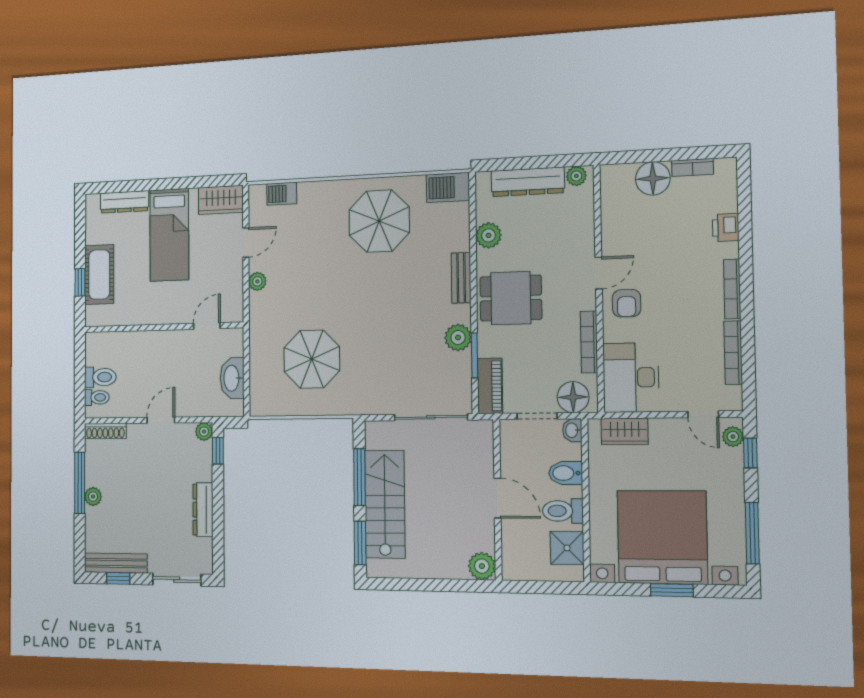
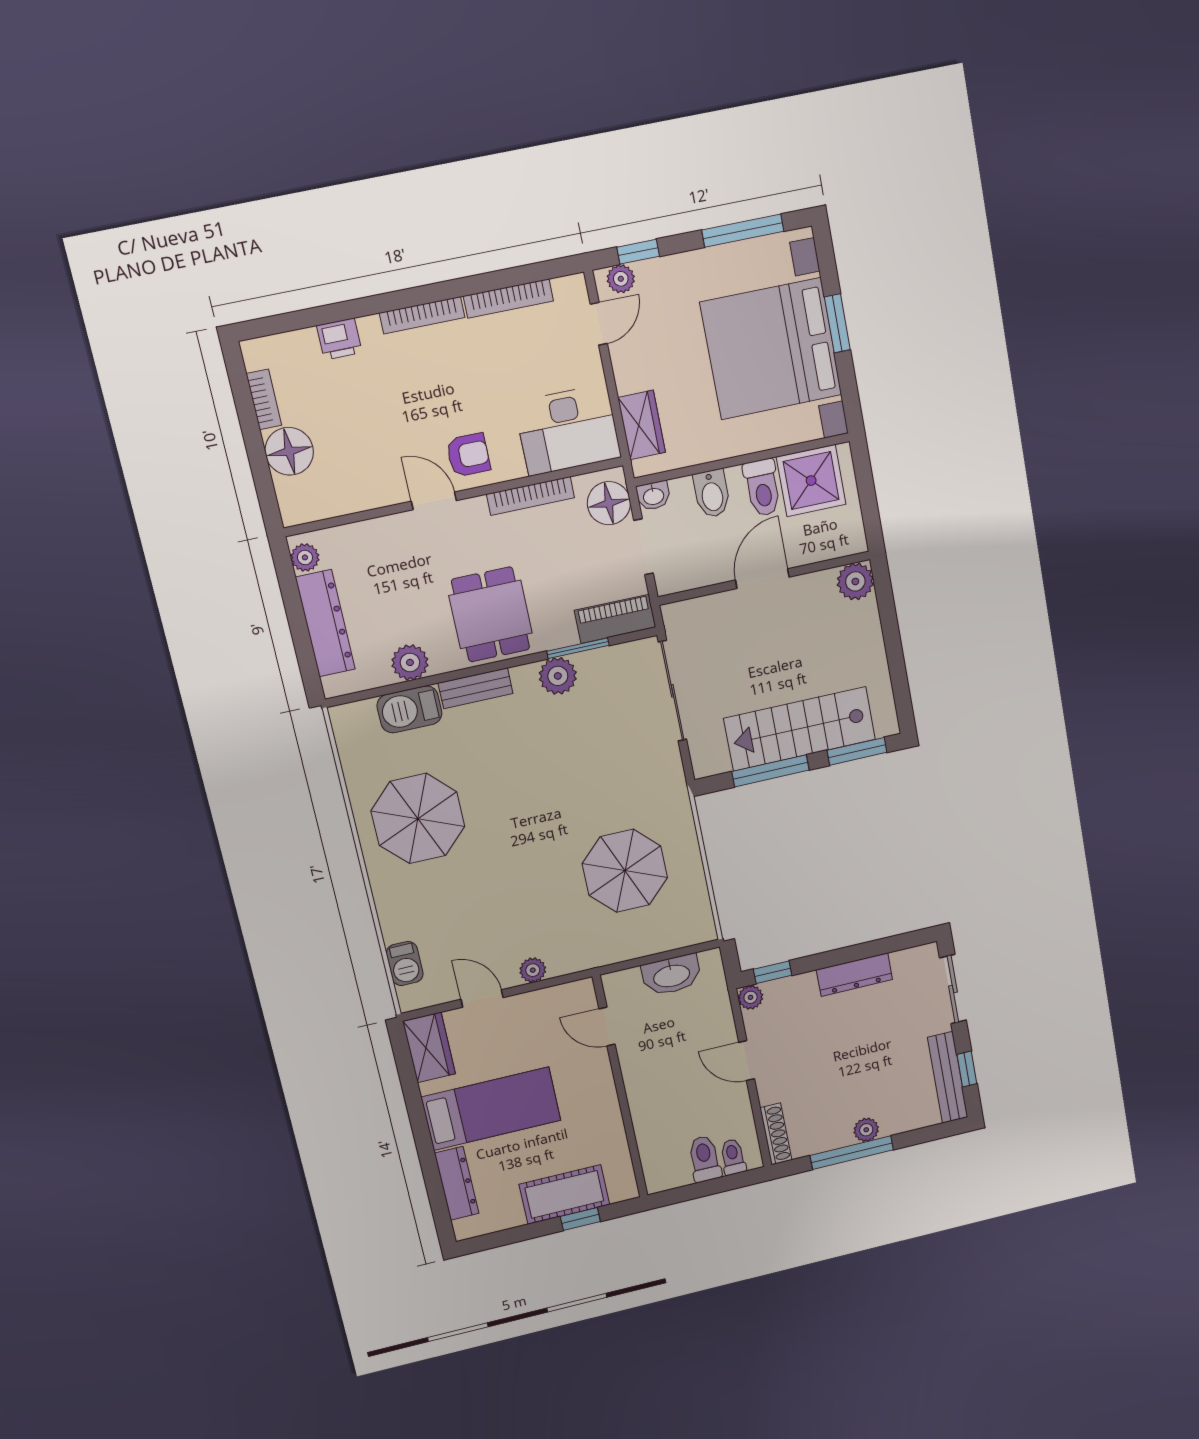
barbecue: (448, 187) -> (410, 709), moved, turned 90
shower: (567, 548) -> (811, 481), width x1.36, depth x1.36

